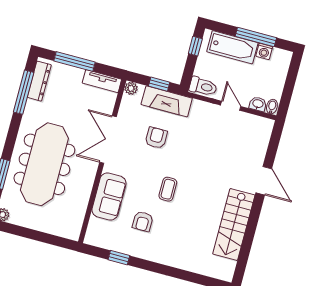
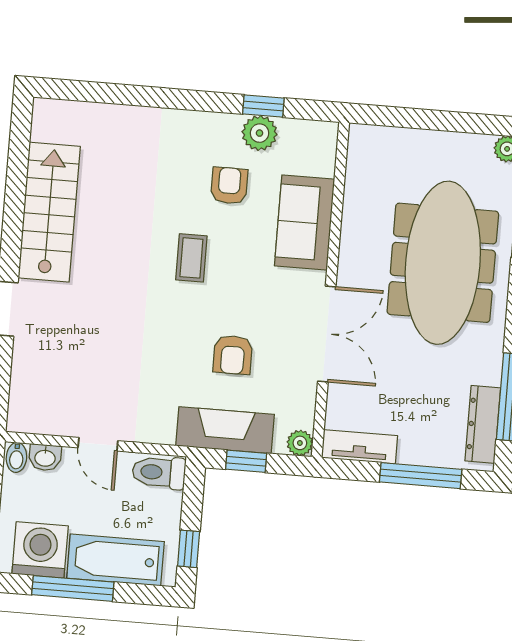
washing machine: (264, 51) -> (40, 550), width x1.89, depth x1.89
plant: (123, 245) -> (260, 133), added

